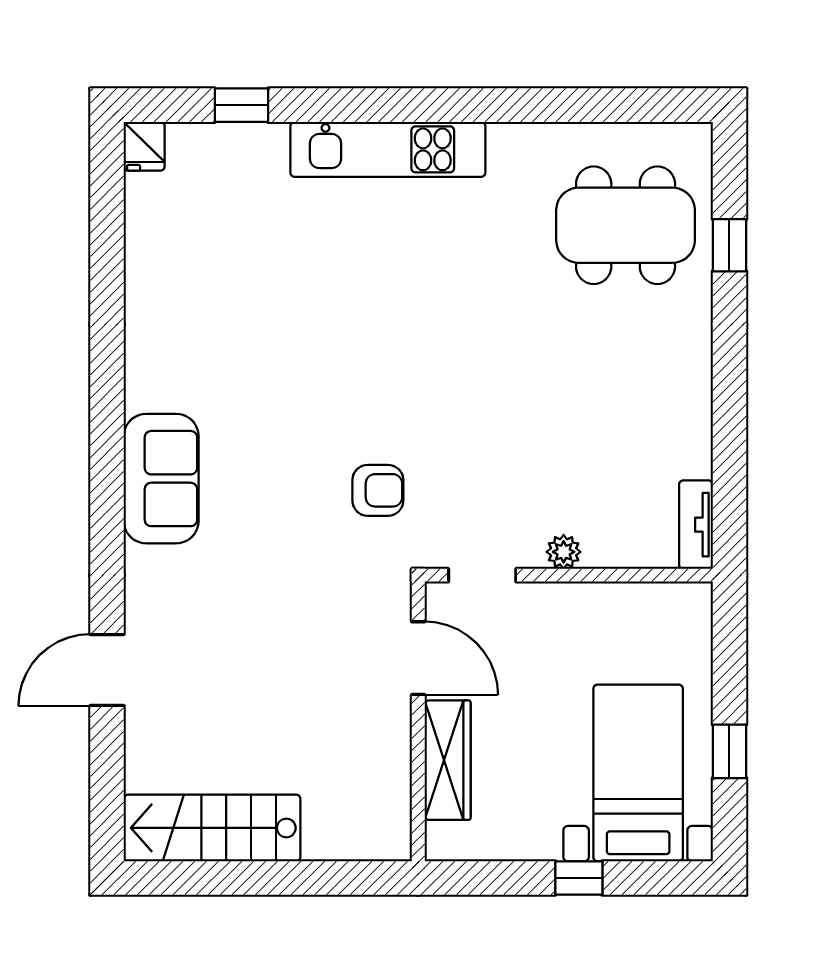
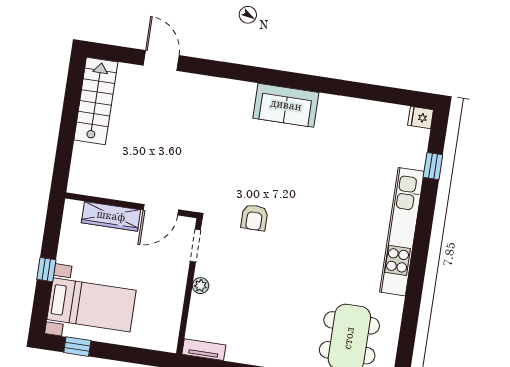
kitchen unit: (388, 149) -> (402, 232), width x1.36
sofa: (161, 479) -> (286, 105), moved
armchair: (378, 490) -> (254, 218), moved
door: (107, 670) -> (161, 60), moved
window: (729, 751) -> (77, 347), moved

